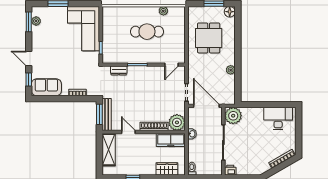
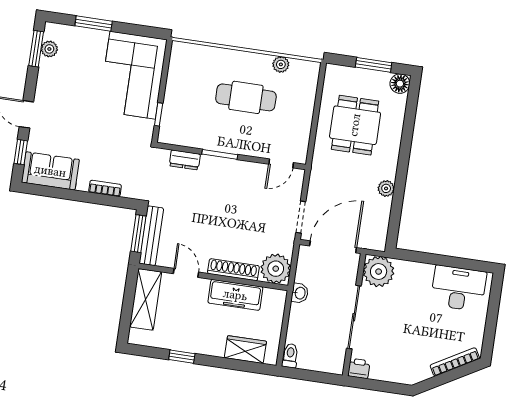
door: (206, 106) -> (333, 247), hinge flipped
freezer: (171, 140) -> (235, 295), moved

